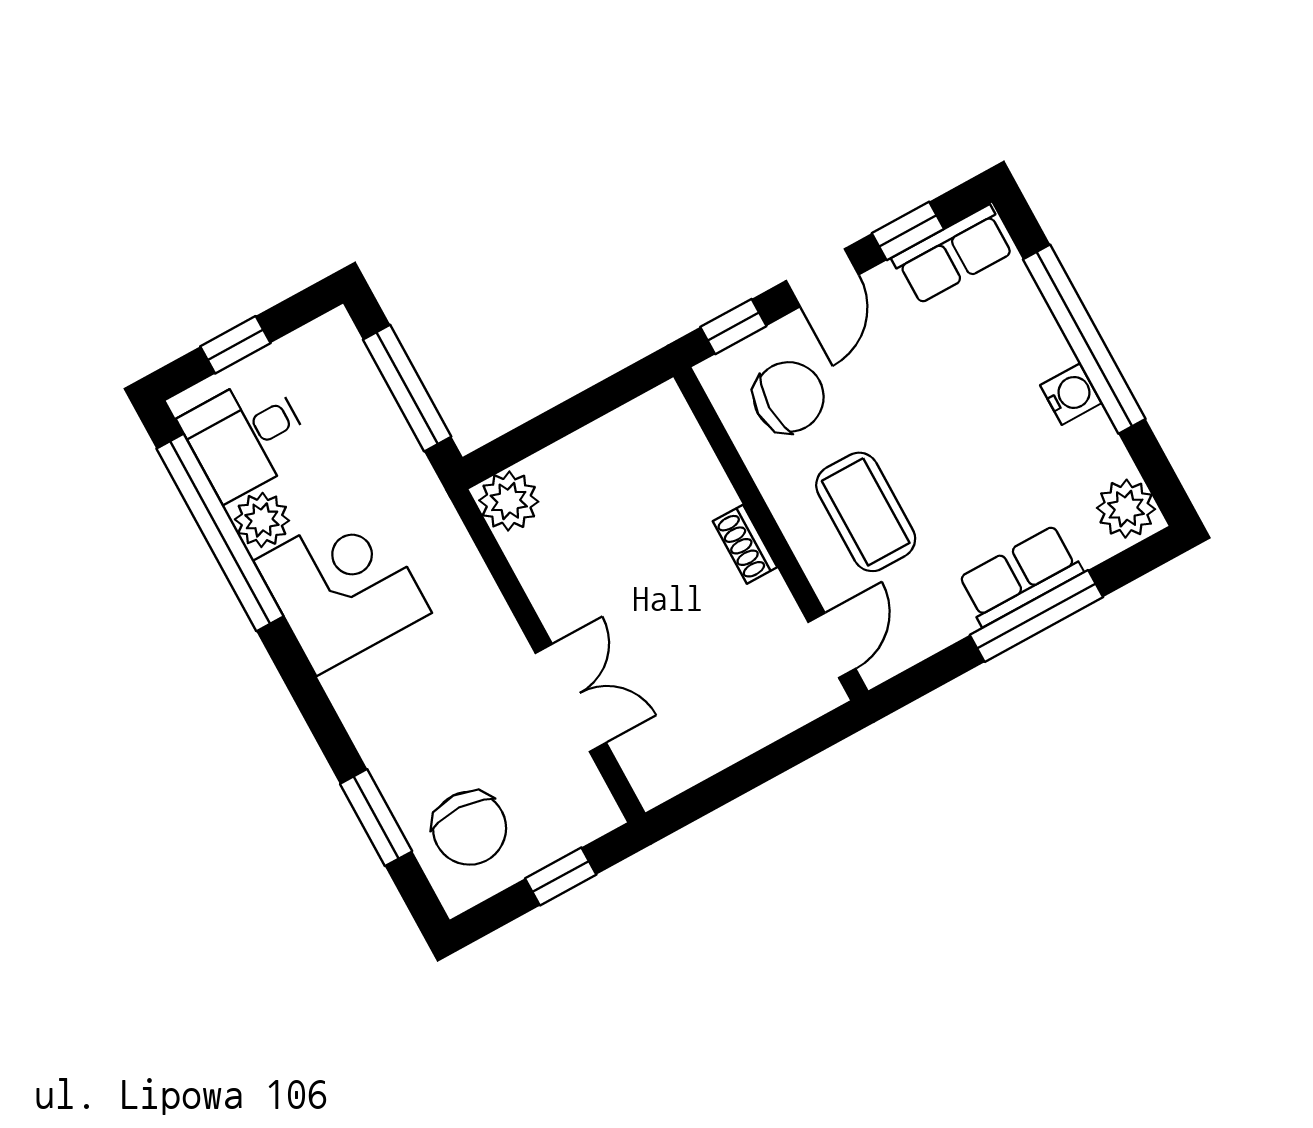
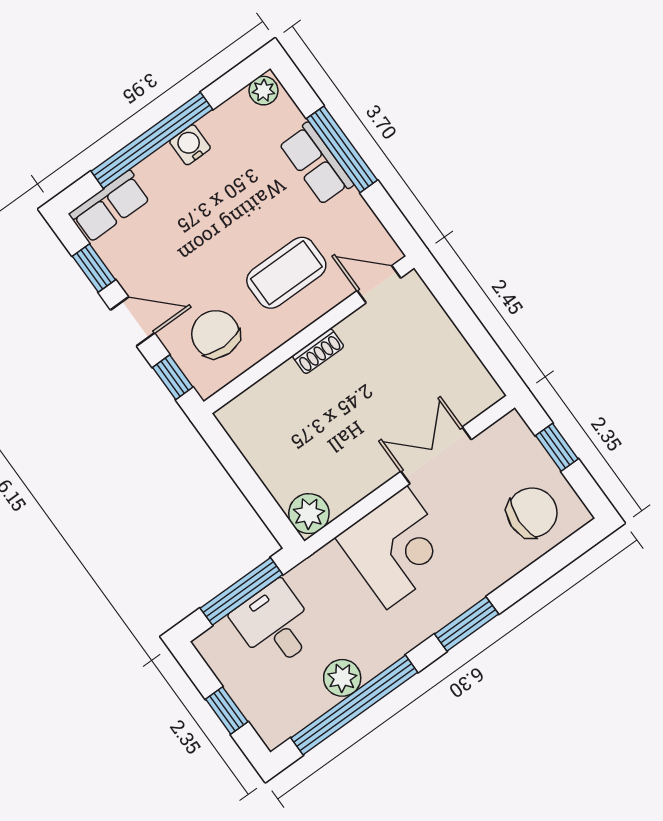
row of seats: (953, 255) -> (110, 206), moved, turned 90
desk: (246, 437) -> (275, 625), moved, turned 180
plant: (1126, 509) -> (263, 91), width x0.73, depth x0.73
corner desk: (343, 587) -> (397, 547), moved, turned 180
window: (376, 818) -> (467, 624), moved

